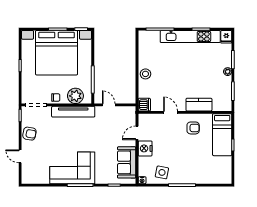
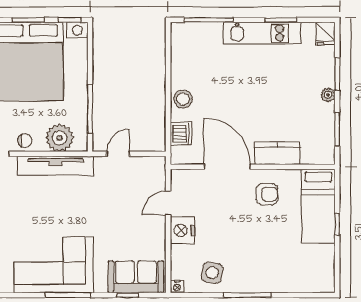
kitchen unit: (190, 37) -> (262, 33), width x0.73
door: (109, 105) -> (118, 154), hinge flipped
dishwasher: (144, 105) -> (181, 134), moved
door: (171, 112) -> (227, 167), width x1.87
sofa: (127, 162) -> (136, 277), moved, turned 90

